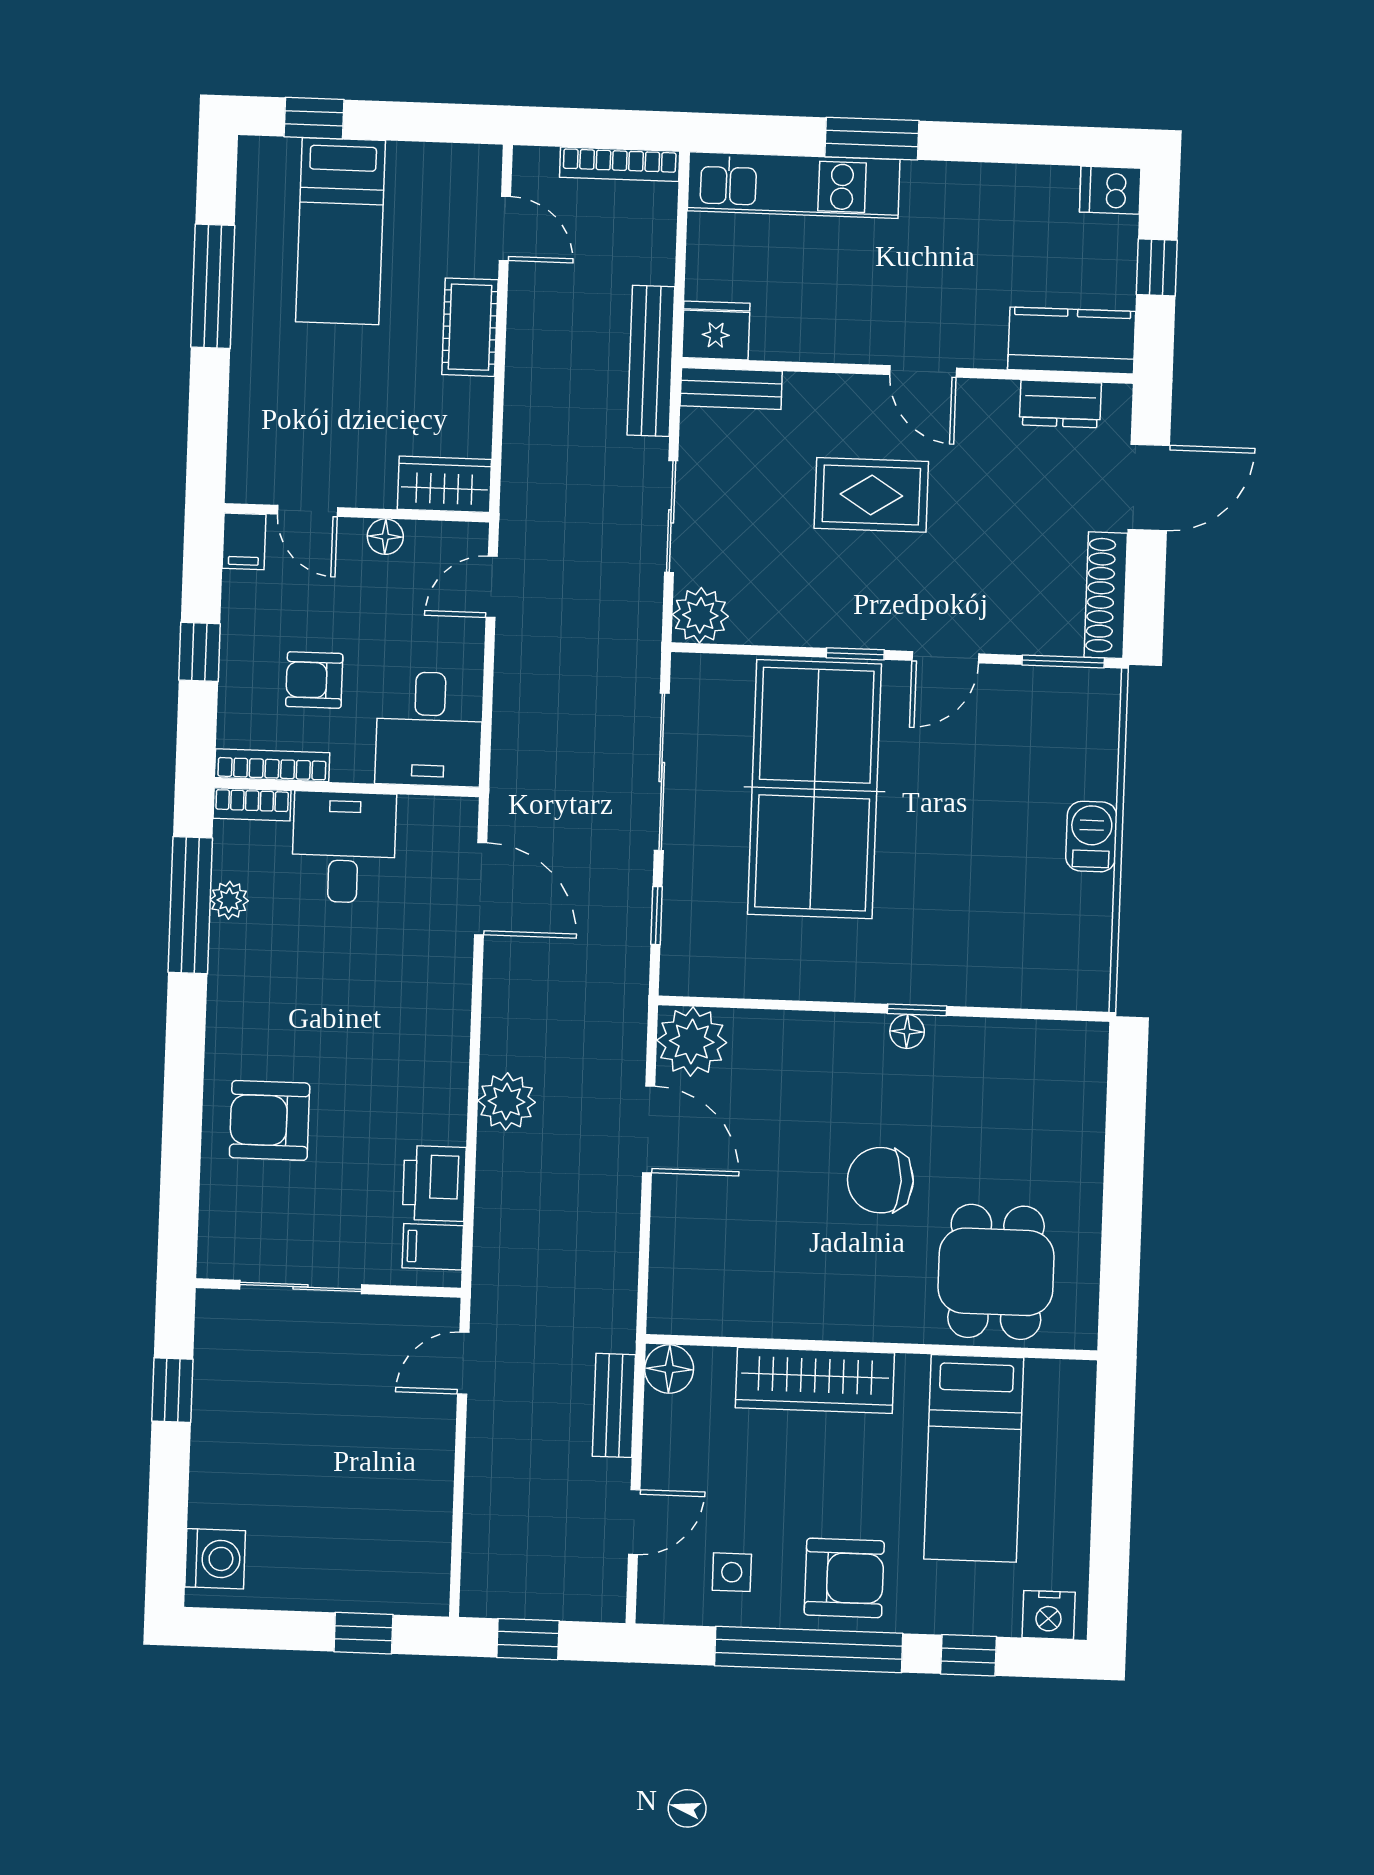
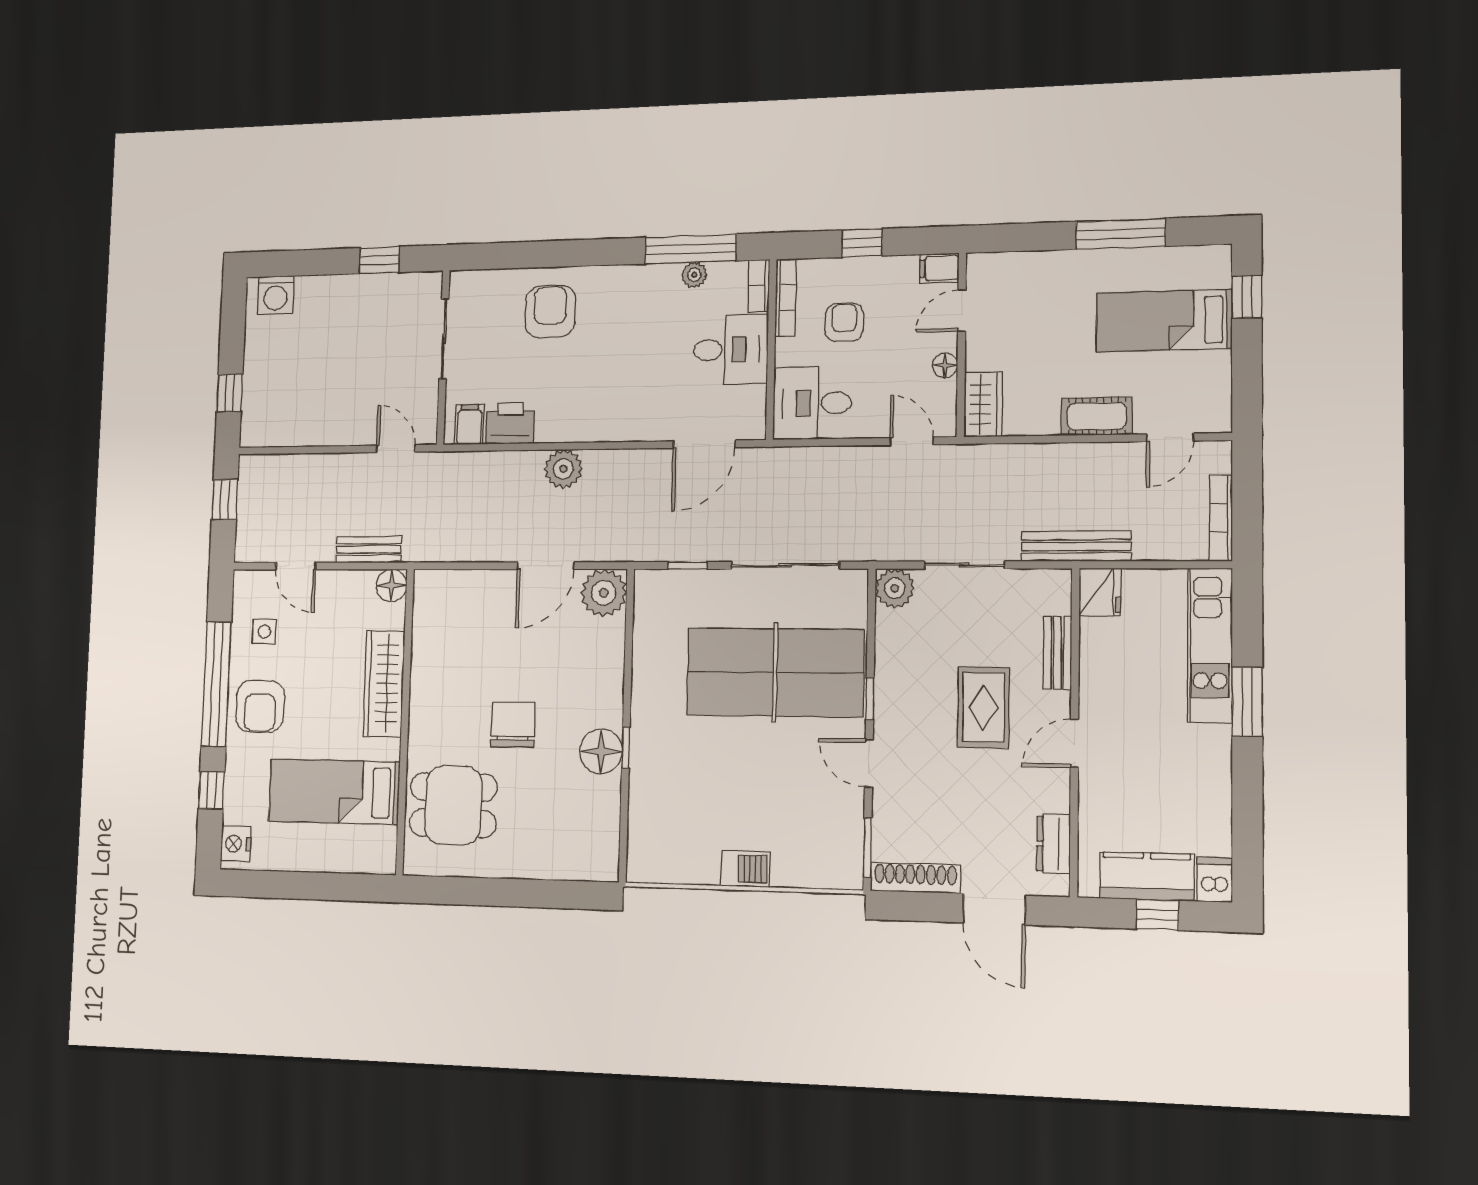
kitchen counter: (1072, 340) -> (1147, 876), moved, turned -90
bench: (731, 388) -> (1057, 653), moved
floor lamp: (907, 1031) -> (601, 751), width x1.89, depth x1.89

